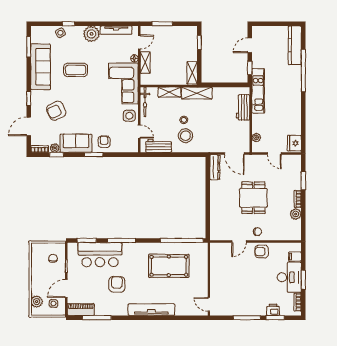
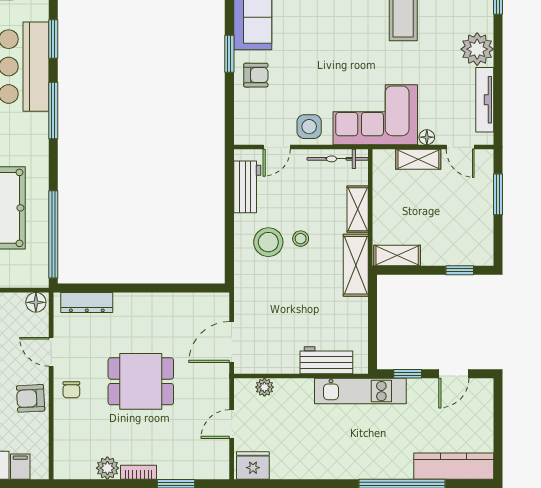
door: (250, 45) -> (454, 374), swing flipped
dresser: (215, 167) -> (87, 302), moved
floor lamp: (215, 249) -> (36, 302), added
armchair: (262, 252) -> (31, 398), turned -93

